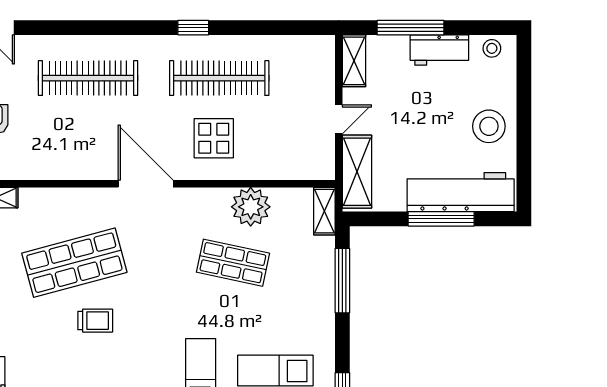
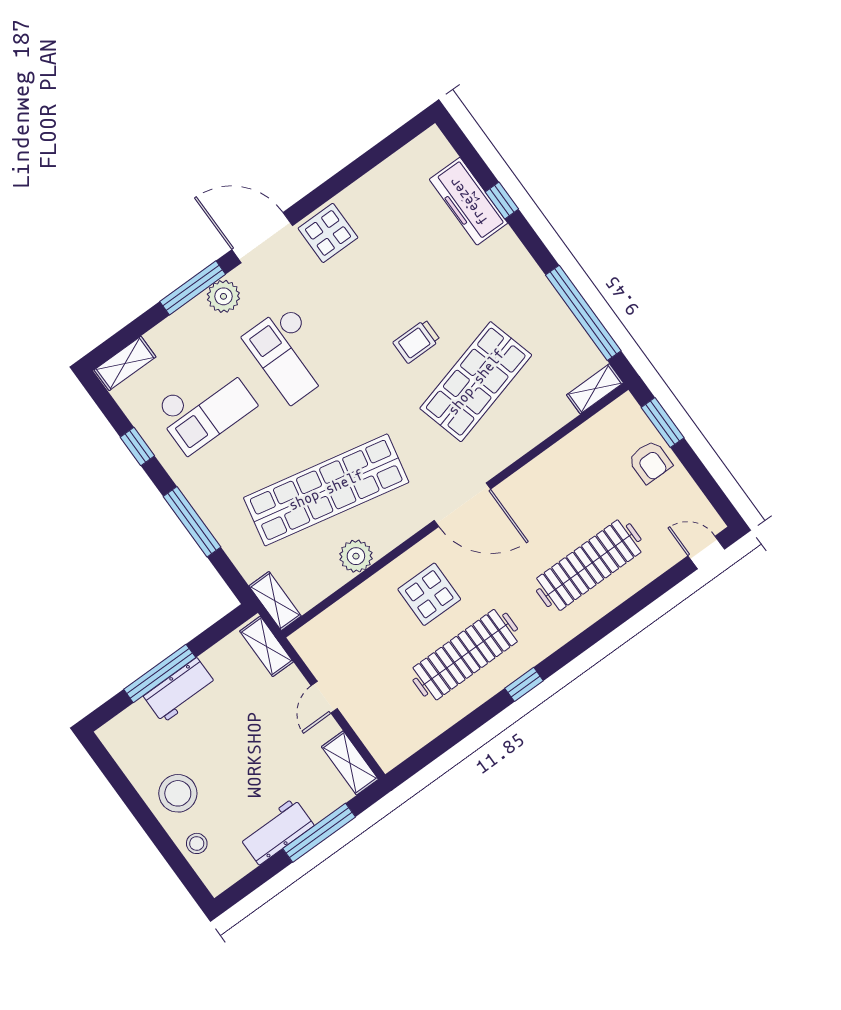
stool: (492, 48) -> (197, 843), moved
shelving: (357, 172) -> (266, 646), width x0.67, depth x0.75
workbench: (461, 192) -> (180, 690), width x0.53, depth x0.76
plant: (251, 207) -> (356, 556), width x0.73, depth x0.73
shop shelf: (233, 263) -> (326, 490), width x2.00, depth x1.36
window: (342, 281) -> (192, 522), moved

